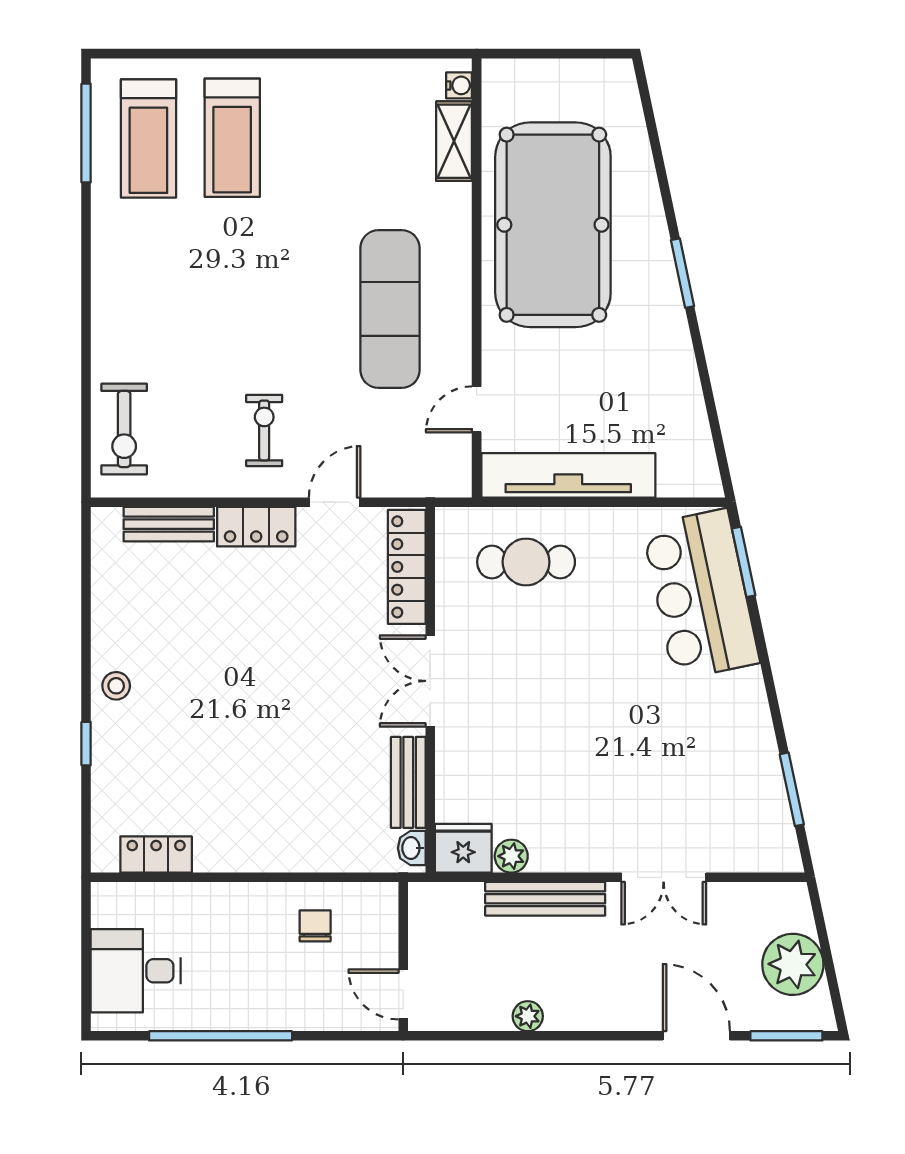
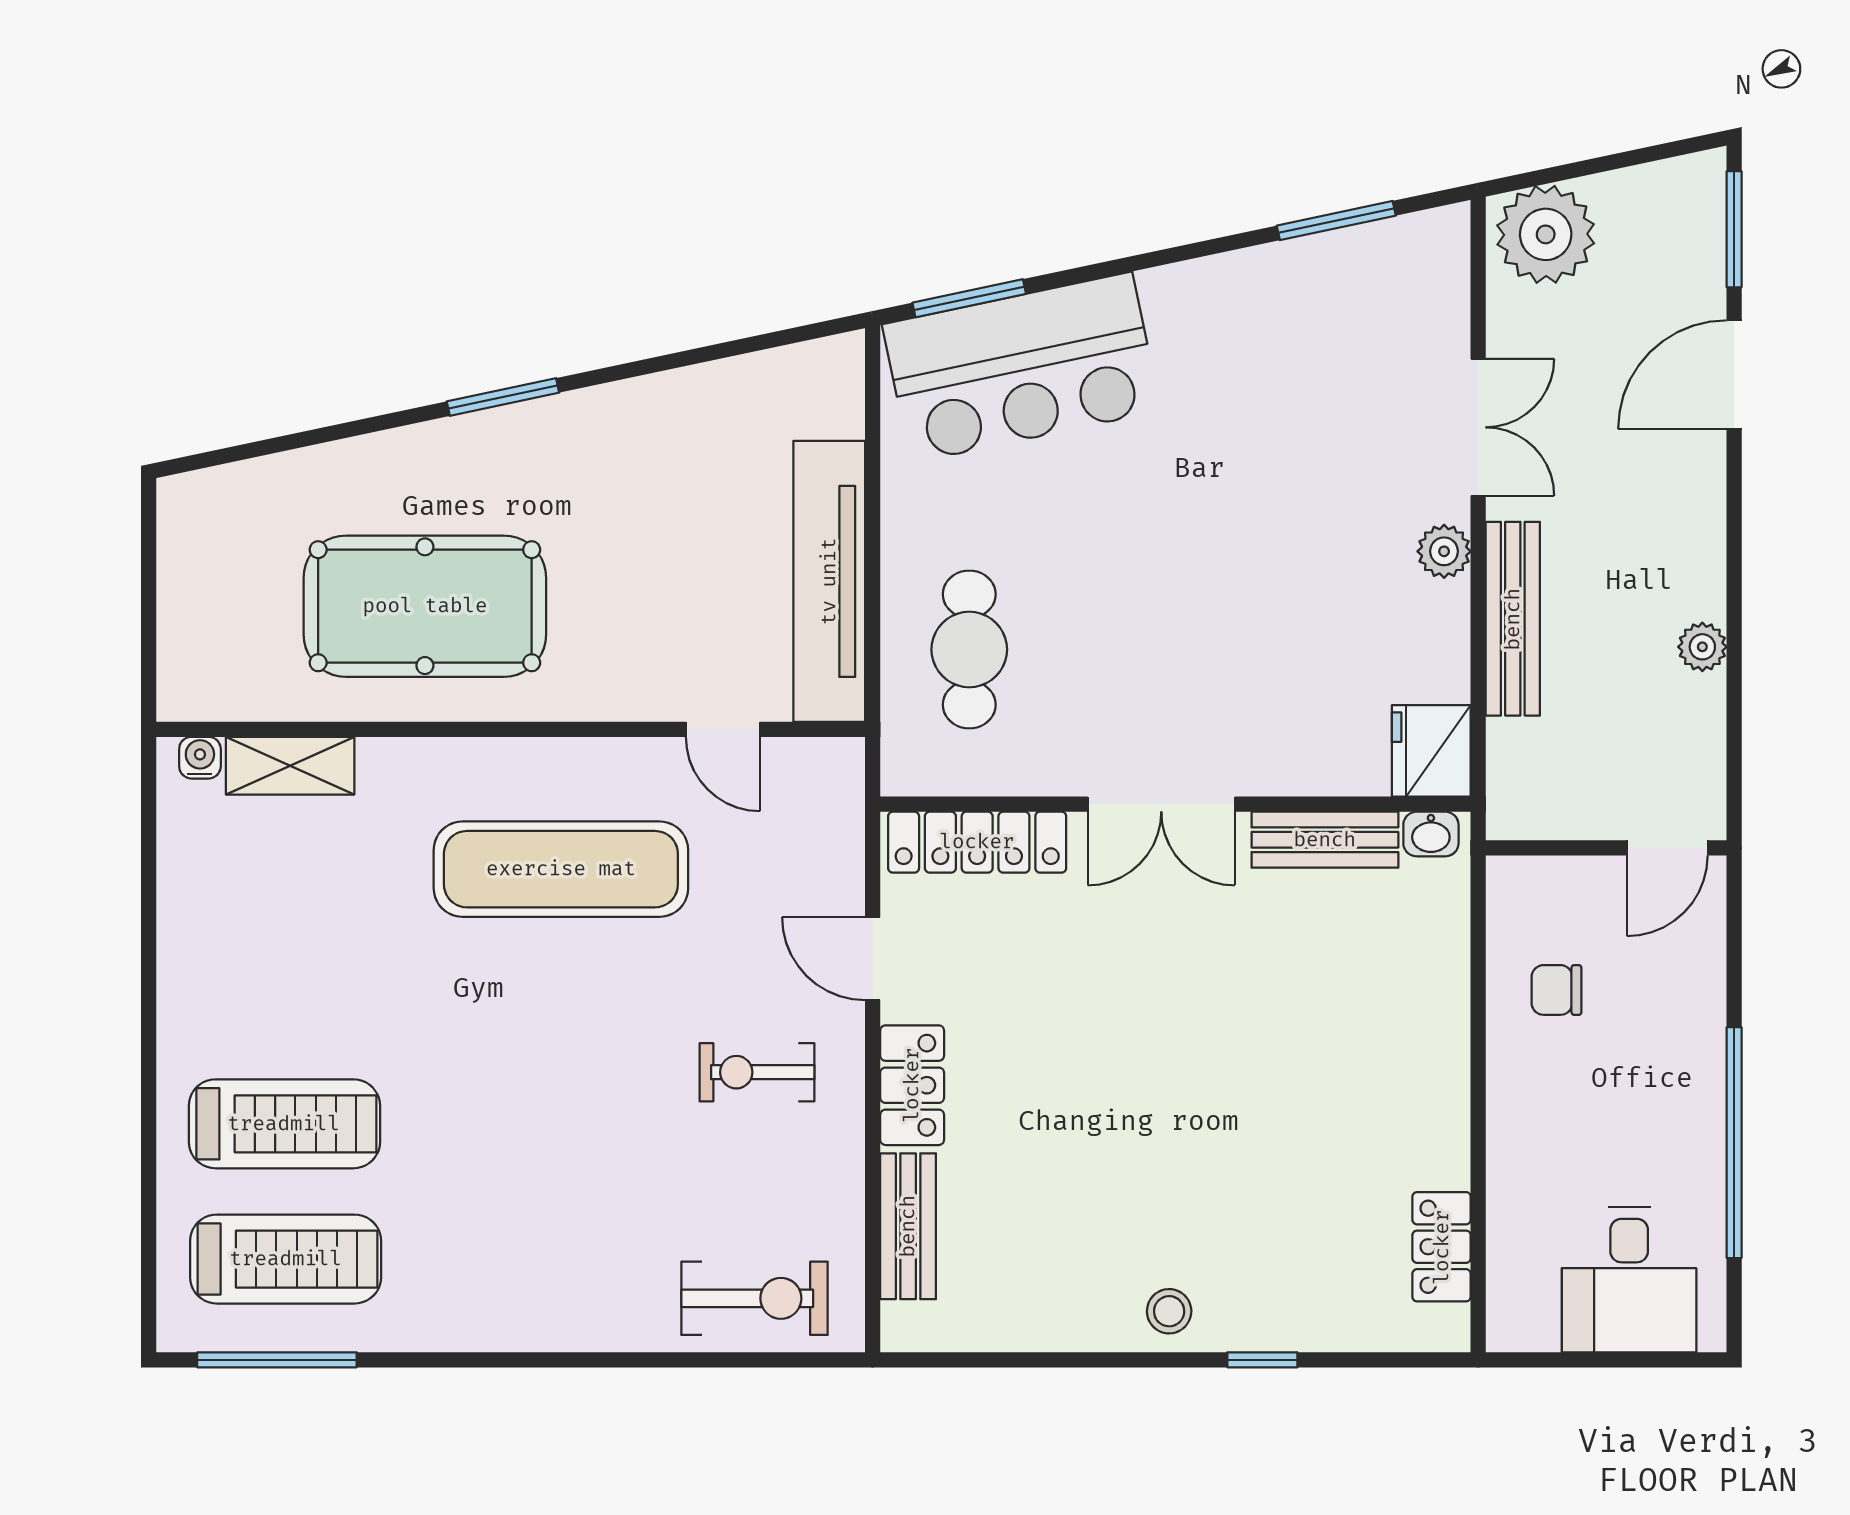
pool table: (553, 225) -> (425, 606), width x0.73, depth x0.76
plant: (511, 856) -> (1444, 551), moved
plant: (793, 964) -> (1546, 234), moved

